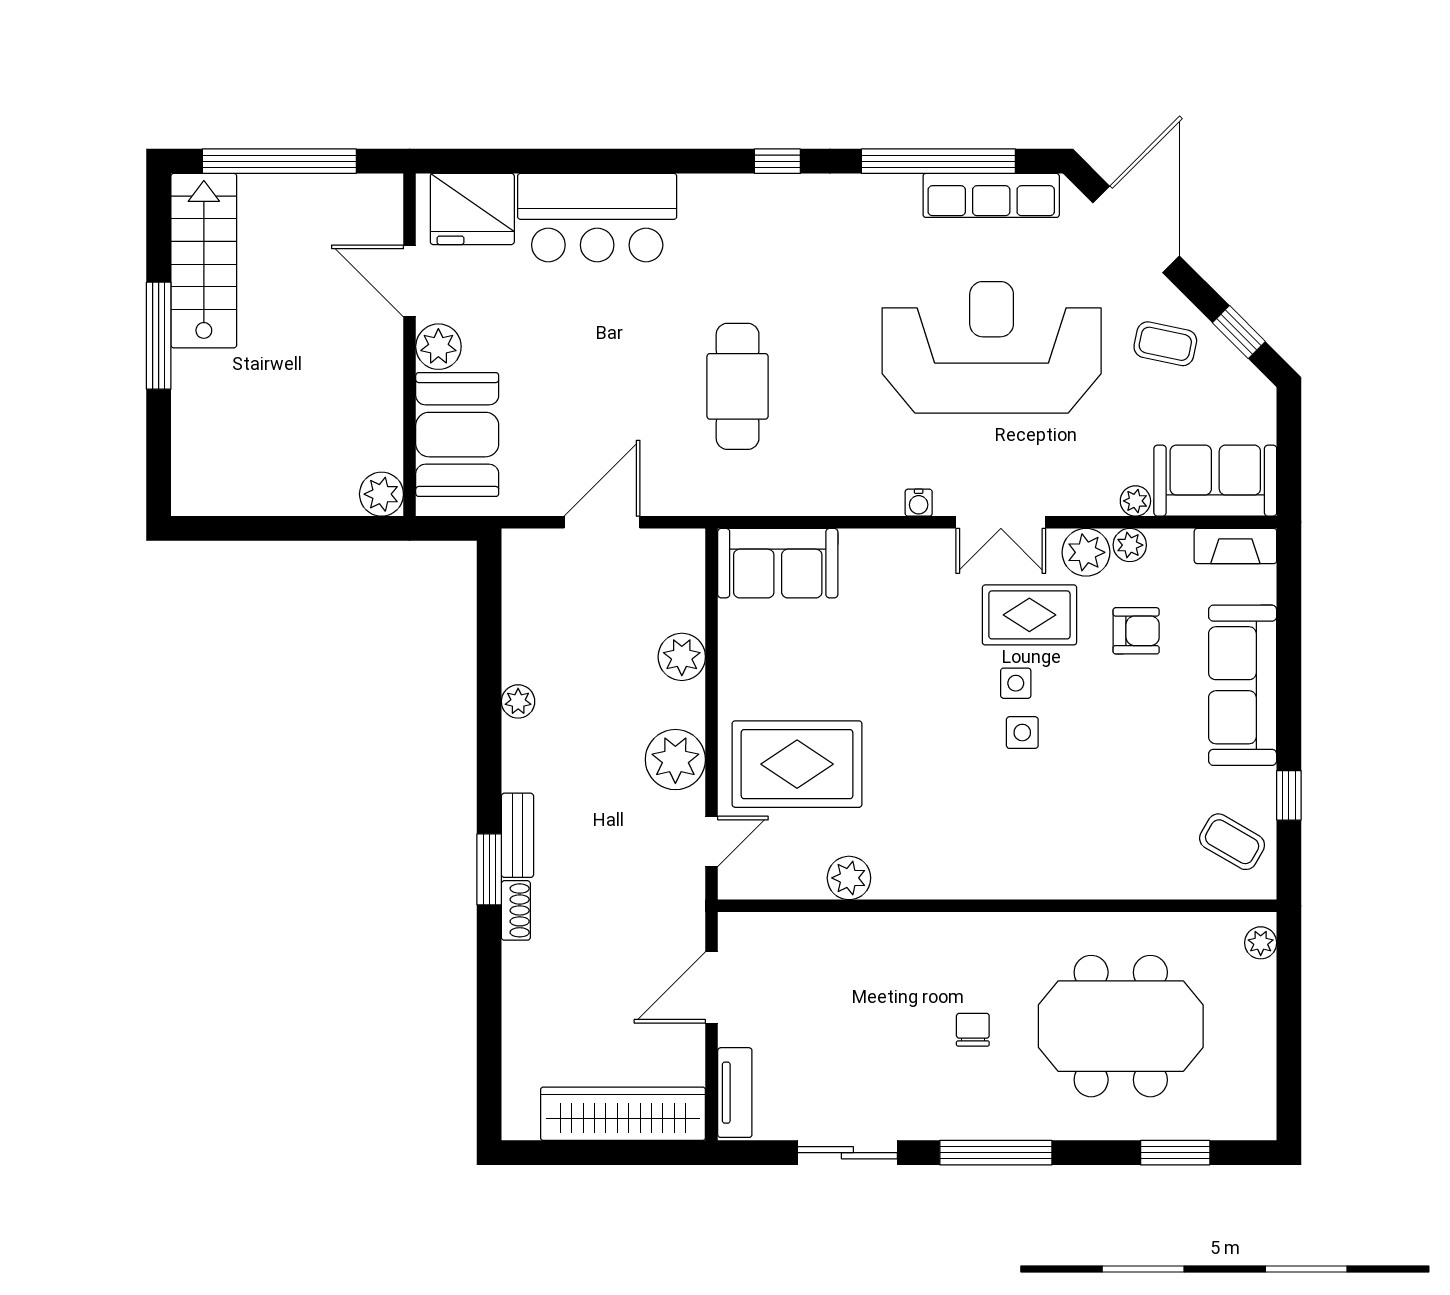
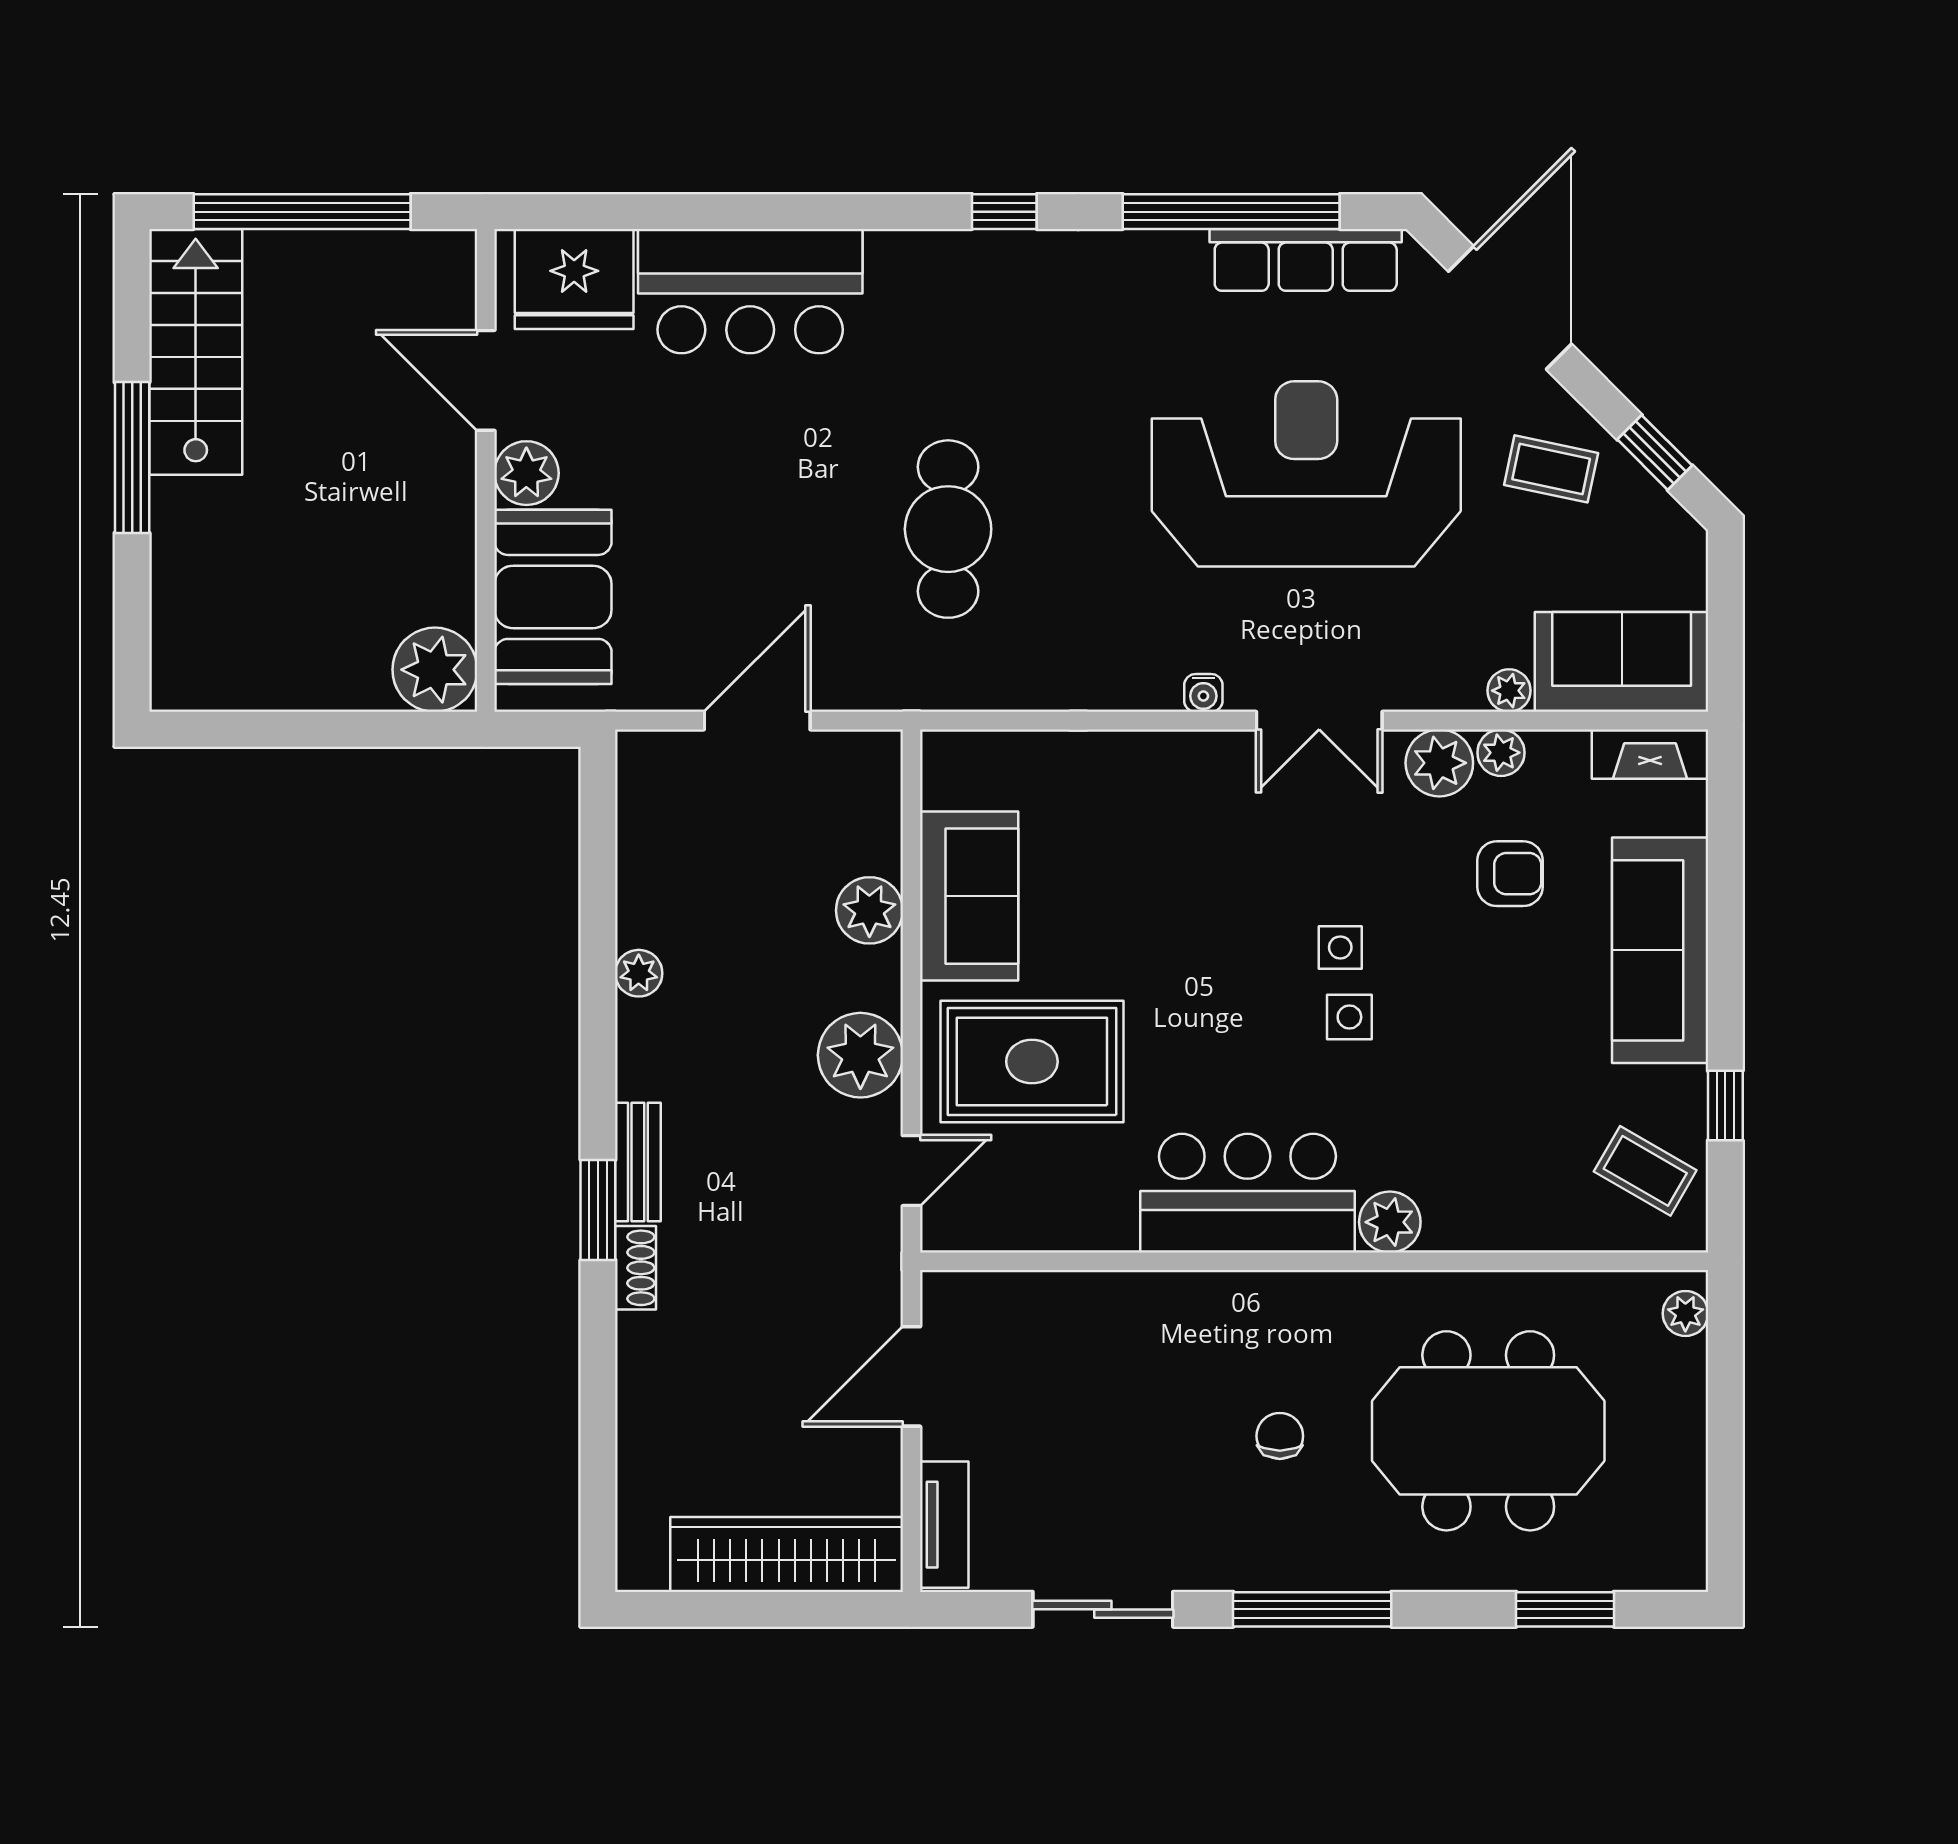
plant: (381, 494) -> (435, 670), width x1.36, depth x1.36
sofa: (778, 563) -> (969, 896), moved, turned -90
rug: (1029, 615) -> (1360, 851), removed
bar counter: (950, 858) -> (1247, 1193), added
plant: (849, 878) -> (1390, 1222), moved

